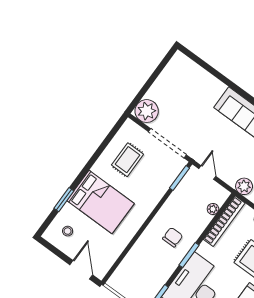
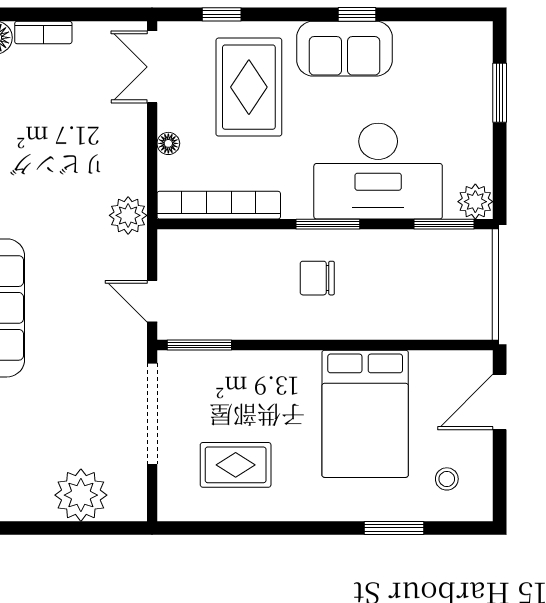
plant: (147, 111) -> (81, 495), moved
door: (207, 173) -> (152, 301), hinge flipped
bed: (101, 202) -> (365, 414), moved, turned 180
plant: (213, 209) -> (211, 242), removed

